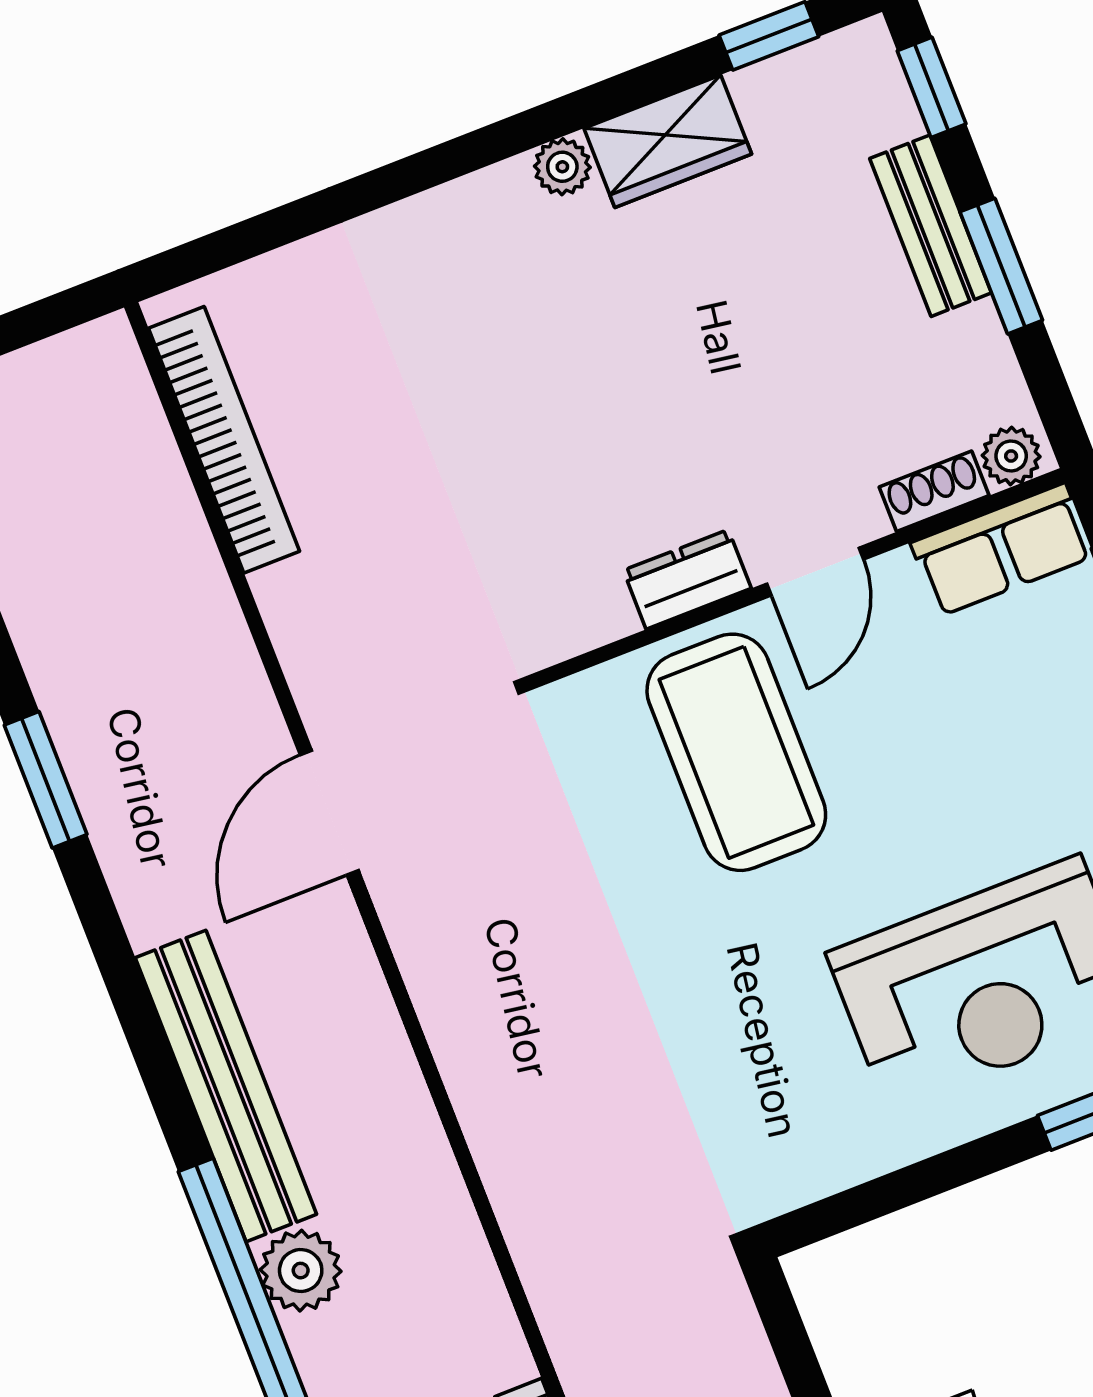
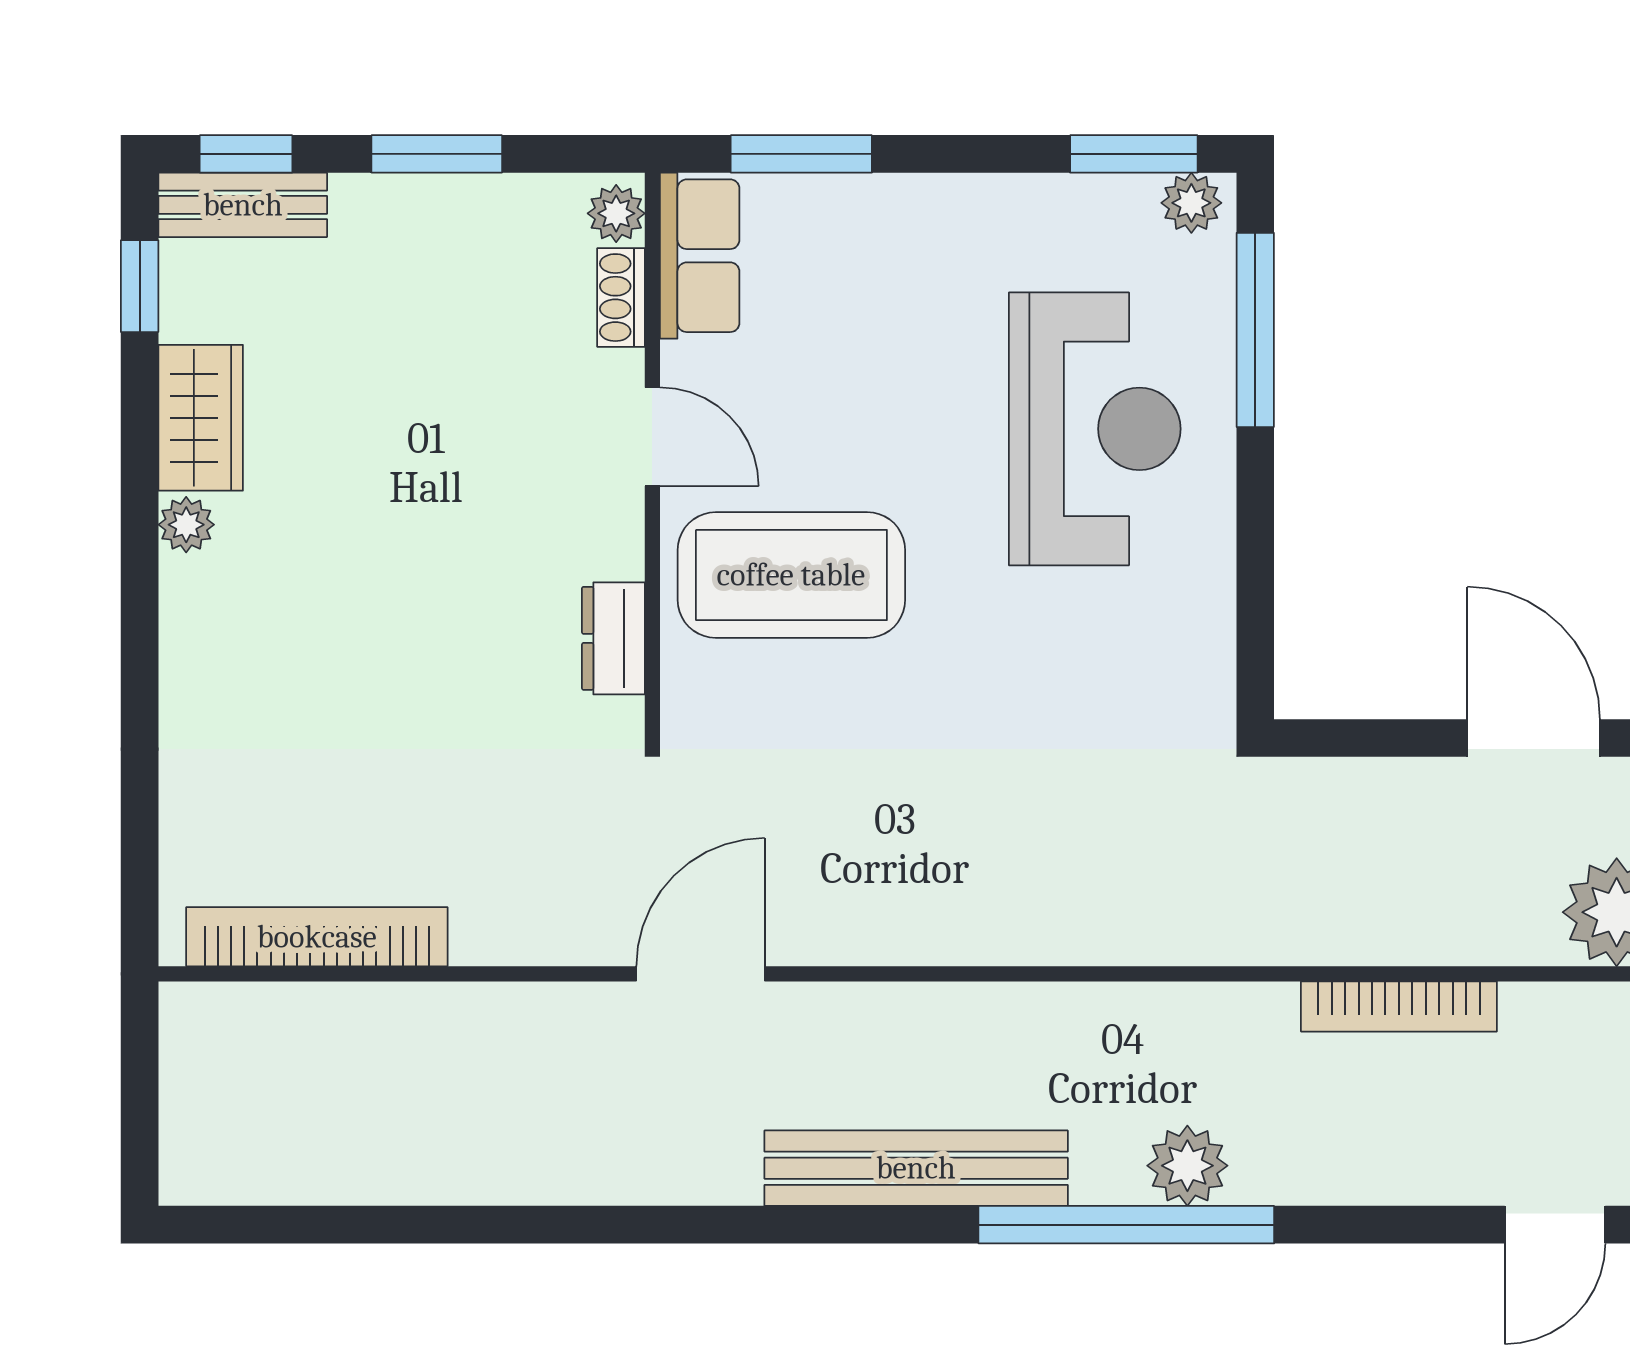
bench: (931, 226) -> (243, 205), moved
dresser: (687, 579) -> (613, 638), moved
window: (46, 780) -> (567, 1225), removed
door: (329, 813) -> (700, 974), swing flipped
plant: (301, 1271) -> (1187, 1166), moved

